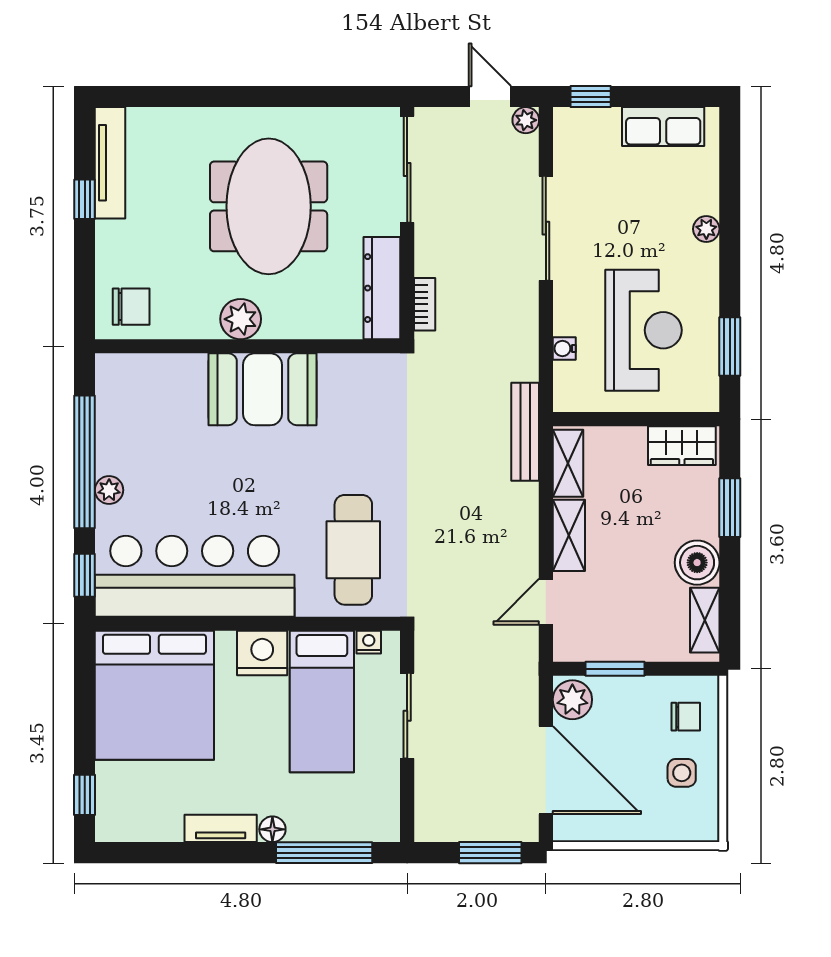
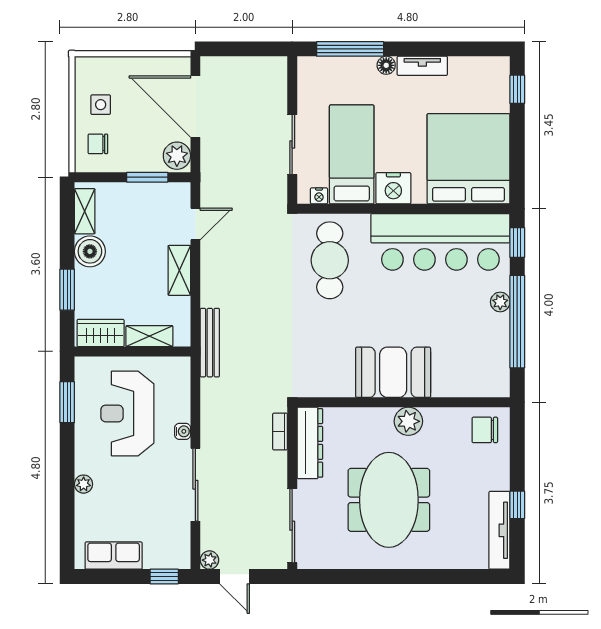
water cooler: (564, 348) -> (183, 431), moved
shelving: (568, 463) -> (149, 336), moved, turned 90
window: (490, 853) -> (234, 49), removed

